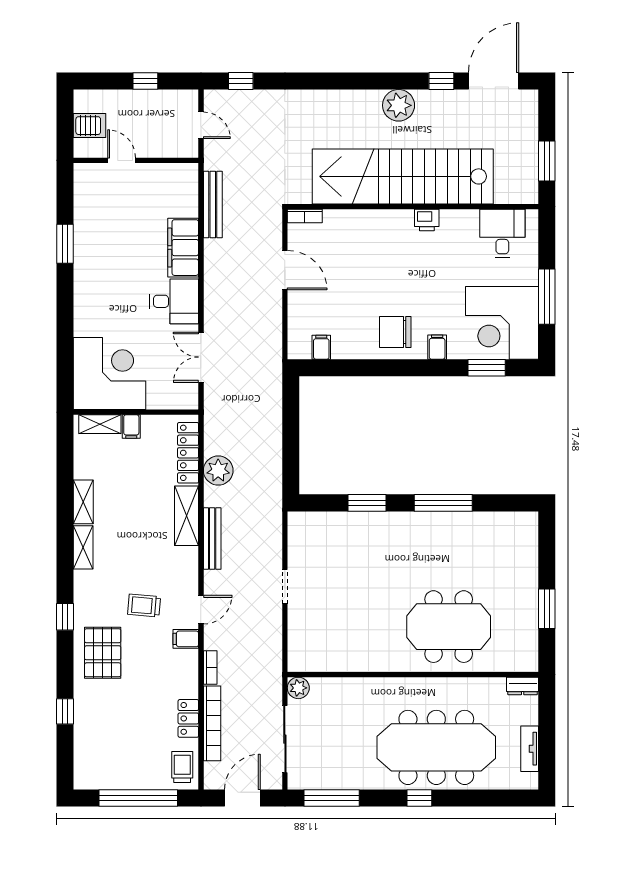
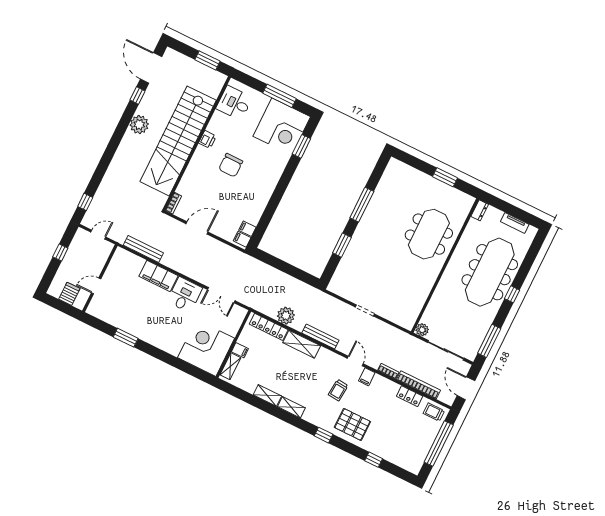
chair: (395, 332) -> (231, 165), moved
filing cabinet: (437, 347) -> (242, 239), moved

